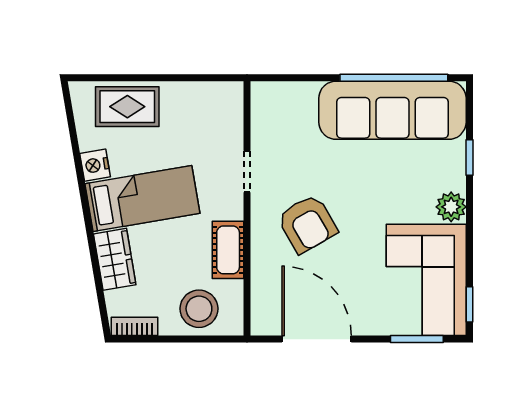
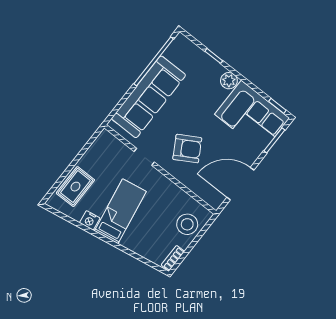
sofa: (392, 110) -> (149, 97), moved
cot: (228, 250) -> (172, 192), removed
wardrobe: (115, 259) -> (137, 244), removed

